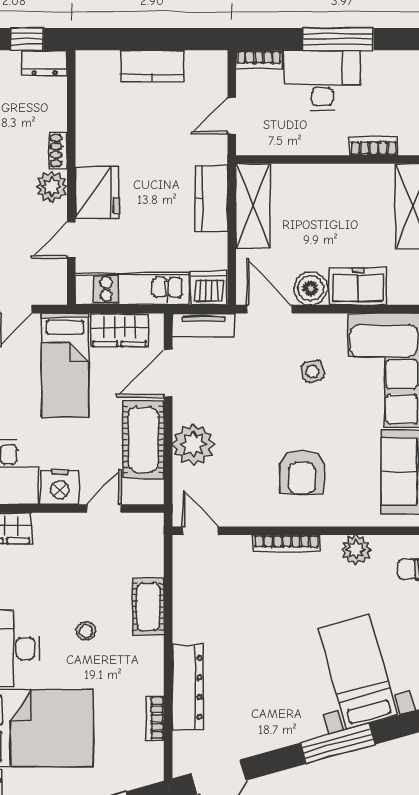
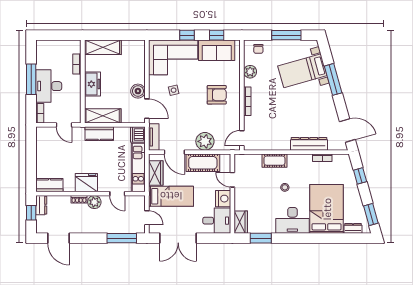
kitchen counter: (152, 66) -> (49, 185), moved, turned -90
fridge: (97, 192) -> (86, 183), moved
freezer: (358, 287) -> (92, 84), moved, turned 180
door: (269, 309) -> (147, 109), swing flipped

